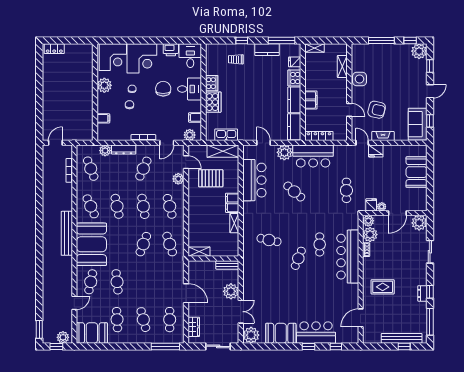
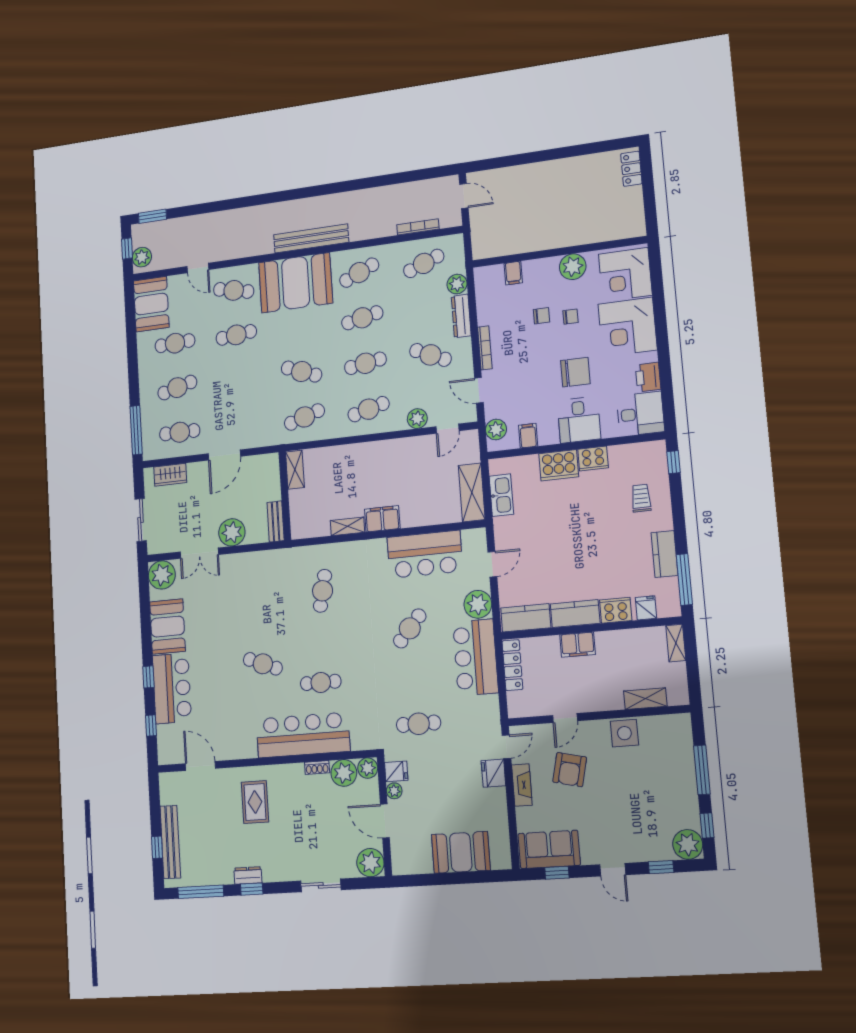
window: (242, 40) -> (673, 462), moved
pallet: (211, 178) -> (422, 476), removed
cafe table: (298, 258) -> (263, 664), moved

